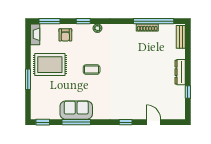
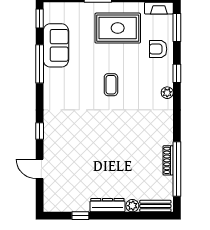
plant: (181, 54) -> (132, 206), added
rug: (50, 65) -> (118, 28), turned 90
sofa: (76, 110) -> (56, 45), moved
door: (154, 122) -> (40, 169), swing flipped

